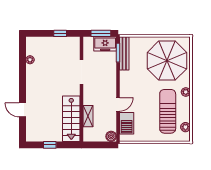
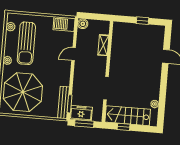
stairs: (71, 119) -> (128, 116), moved, turned -90
barbecue: (127, 123) -> (64, 24), moved, turned -90

